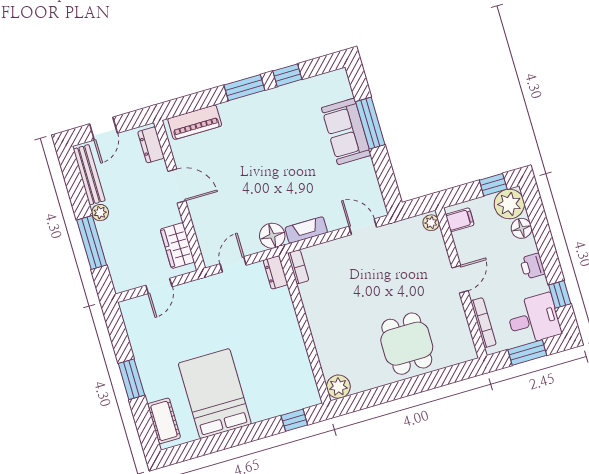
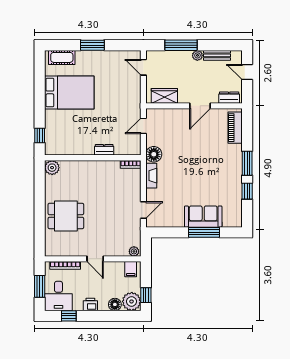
bench: (89, 175) -> (217, 55), width x0.73
door: (233, 264) -> (143, 126), swing flipped
dresser: (276, 272) -> (104, 150), moved
door: (159, 286) -> (143, 67), moved

